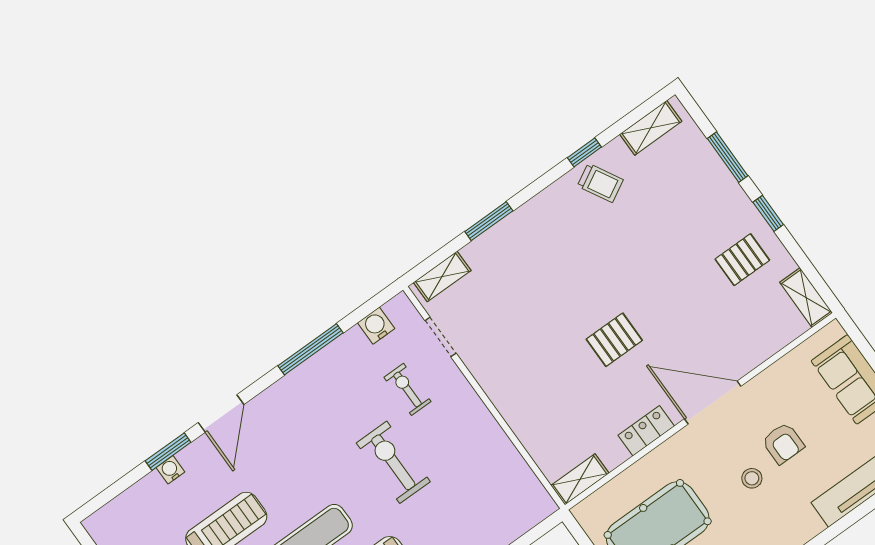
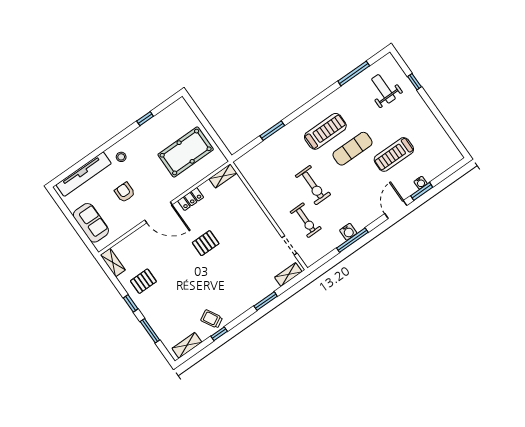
water cooler: (376, 326) -> (348, 232), moved
exercise bike: (407, 389) -> (306, 220), width x1.38, depth x1.39
stool: (752, 478) -> (121, 157), moved

